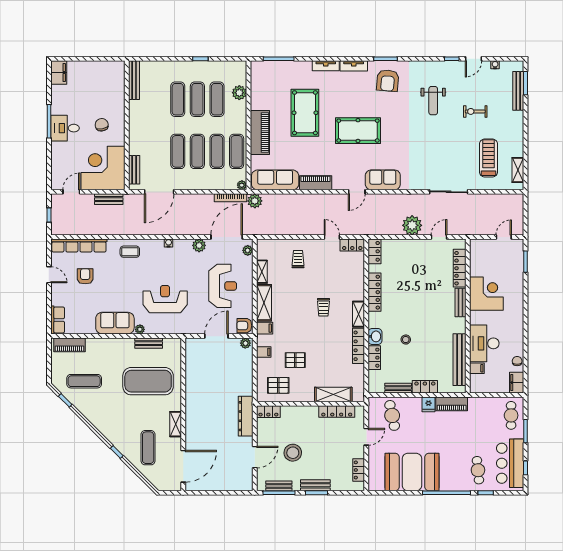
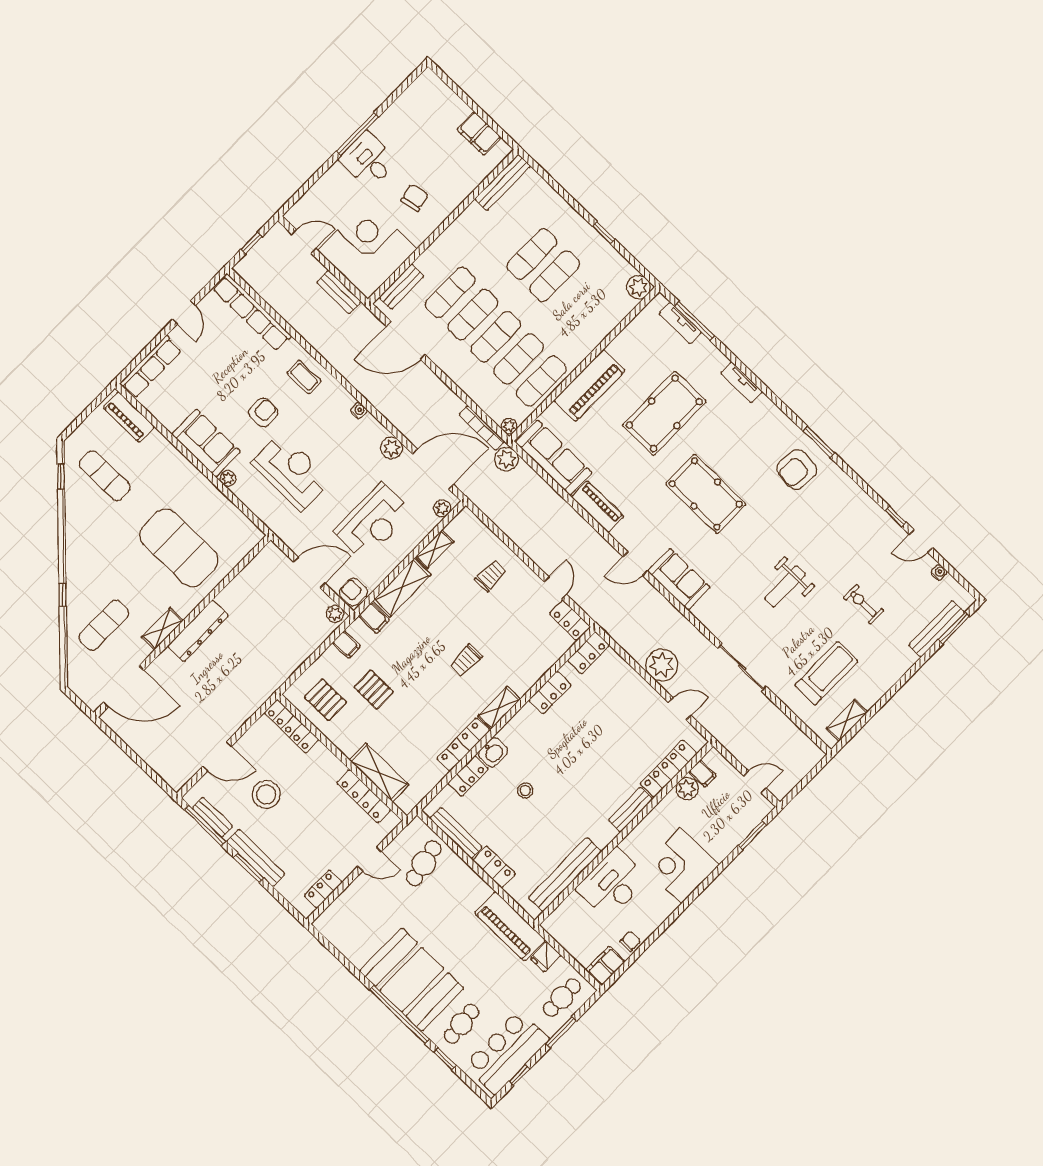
tv unit: (354, 66) -> (680, 323), moved
filing cabinet: (59, 73) -> (479, 133), moved, turned 90
plant: (239, 93) -> (639, 287), moved
exercise mat: (217, 99) -> (450, 292), moved
weight bench: (433, 101) -> (785, 586), moved
plant: (477, 269) -> (687, 789), added
armchair: (85, 276) -> (263, 412), moved
locker: (375, 292) -> (550, 693), width x0.66
corner desk: (486, 294) -> (681, 865), moved, turned 180
row of seats: (58, 320) -> (151, 367), width x1.48
bench: (149, 343) -> (223, 504), removed
filing cabinet: (477, 368) -> (702, 774), moved
bench: (398, 388) -> (456, 833), width x1.36
fridge: (428, 404) -> (545, 957), moved
piano: (452, 404) -> (510, 926), width x1.37, depth x1.33
locker: (268, 412) -> (292, 726), width x1.53
dresser: (246, 416) -> (198, 631), moved, turned 180
booth: (412, 472) -> (412, 980), moved
bench: (315, 485) -> (256, 858), width x1.36

